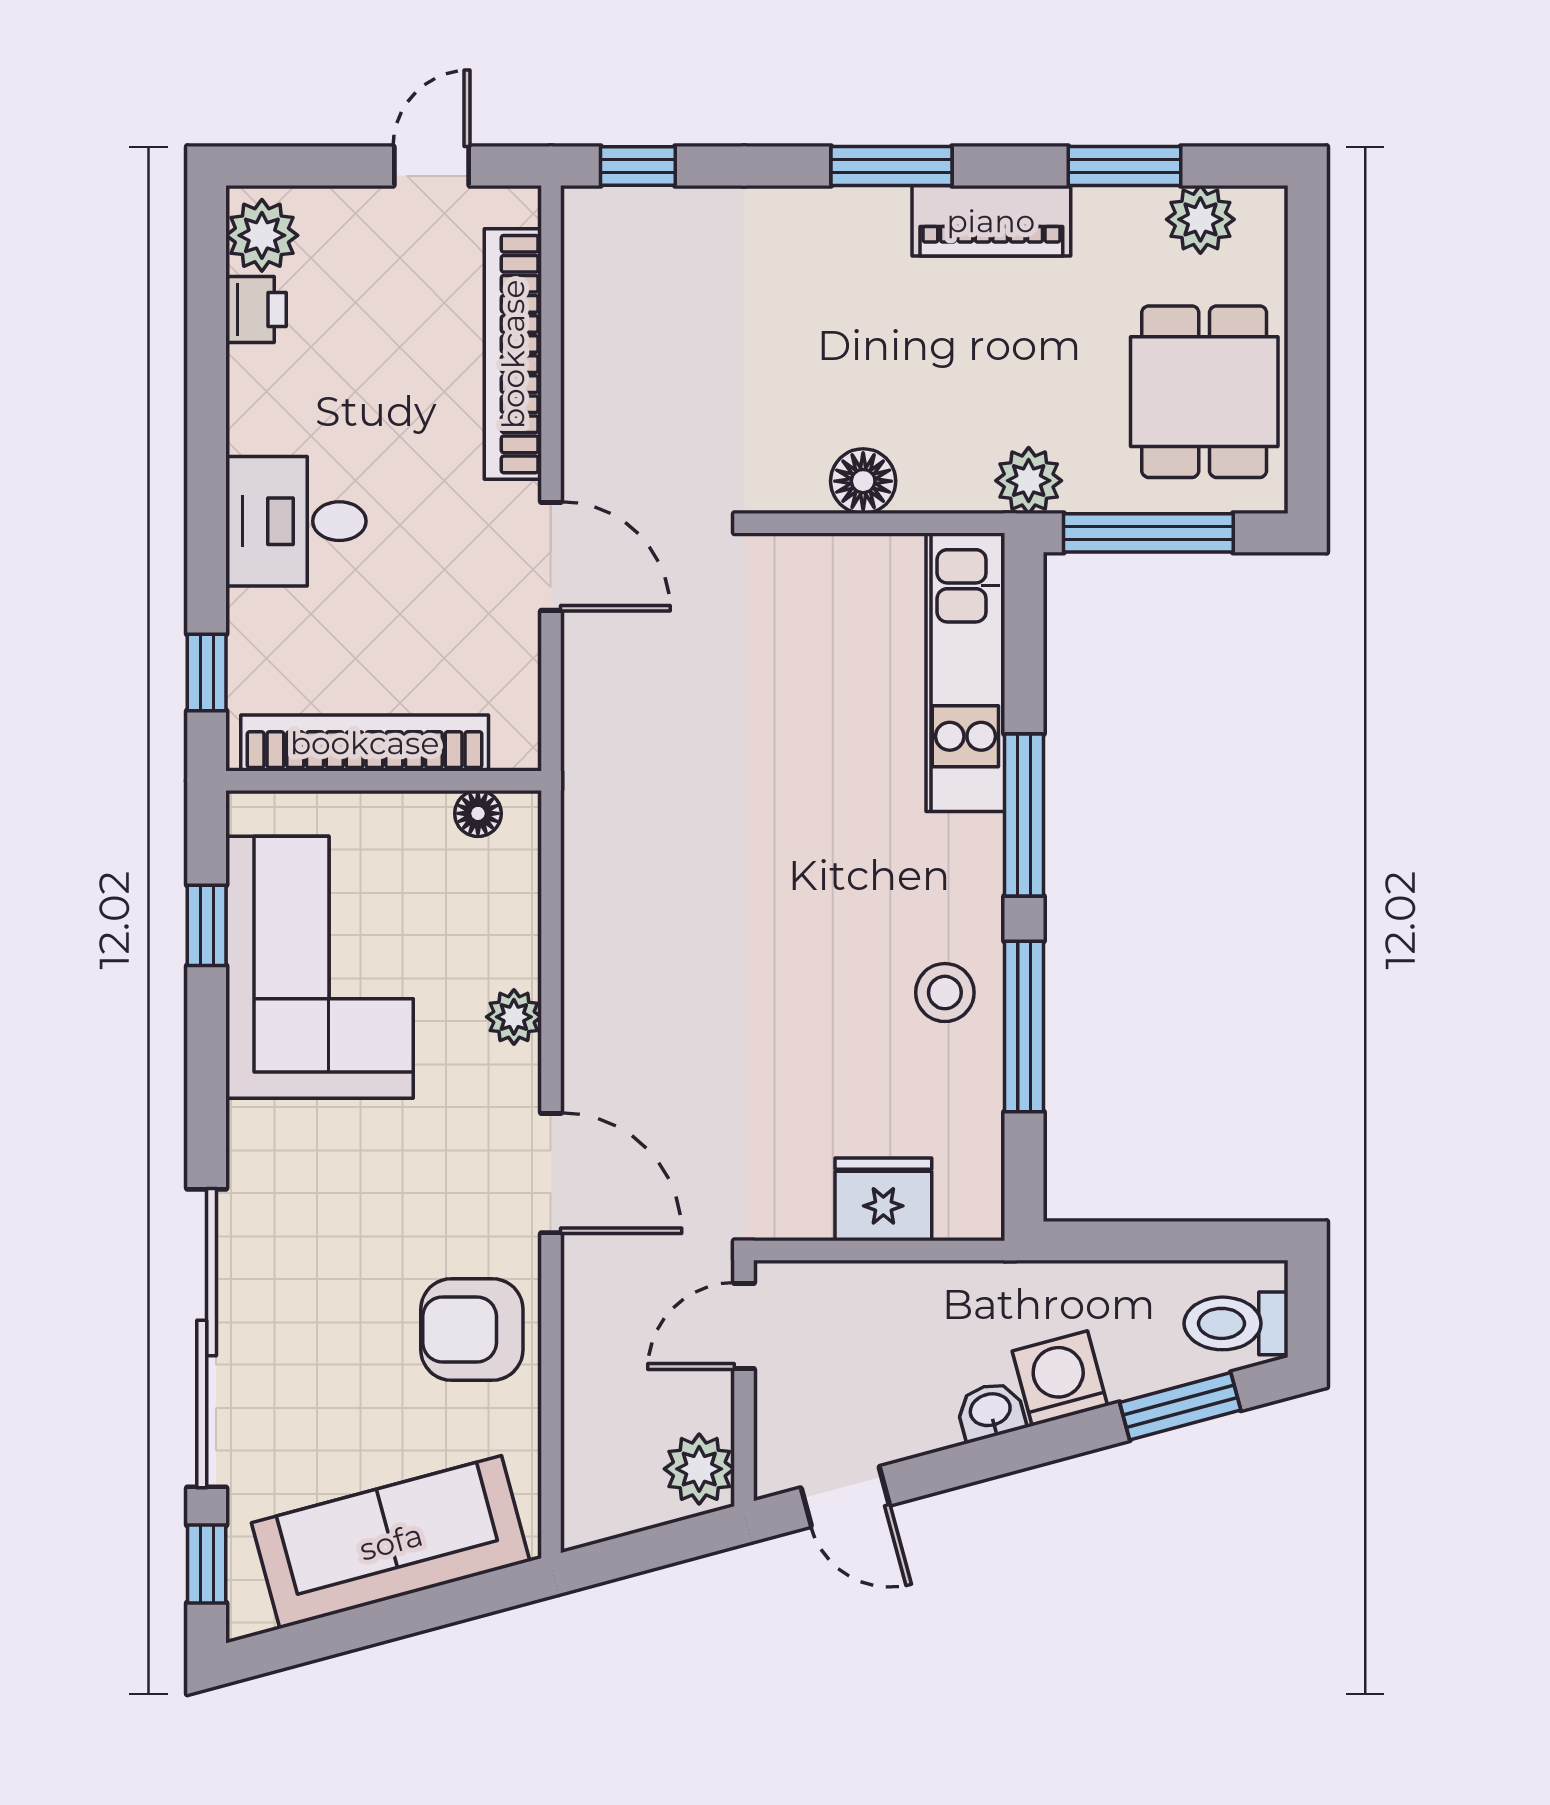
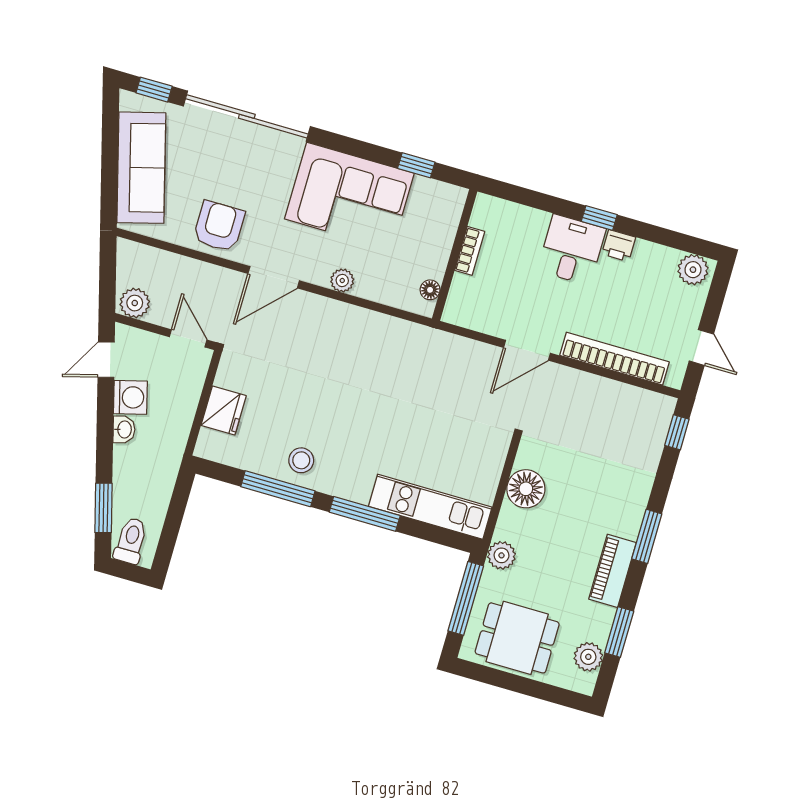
printer: (256, 310) -> (619, 246), moved
floor lamp: (863, 481) -> (526, 489), width x1.38, depth x1.38
window: (207, 673) -> (599, 218), moved
bookcase: (365, 743) -> (470, 251), width x0.43, depth x0.76
corner sofa: (320, 967) -> (349, 196), moved
washing machine: (1060, 1378) -> (130, 397), moved

